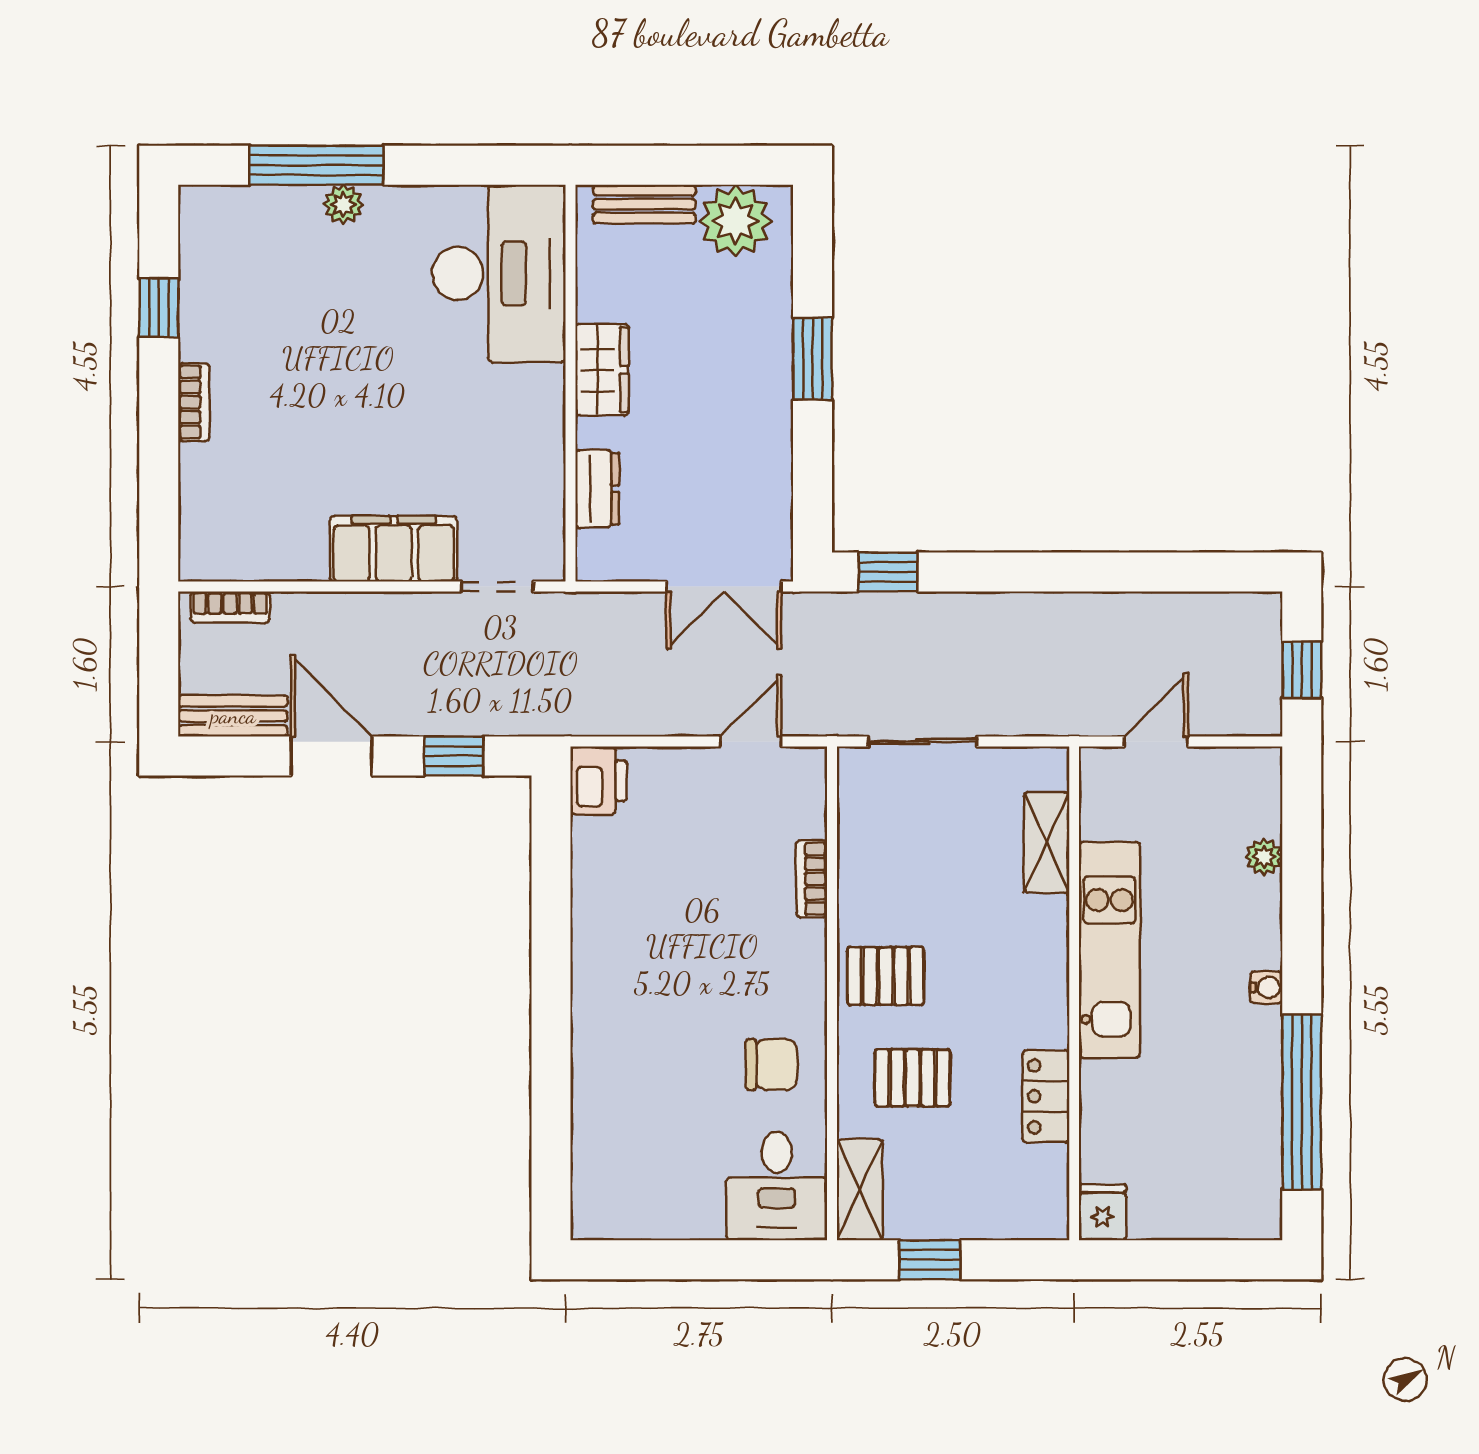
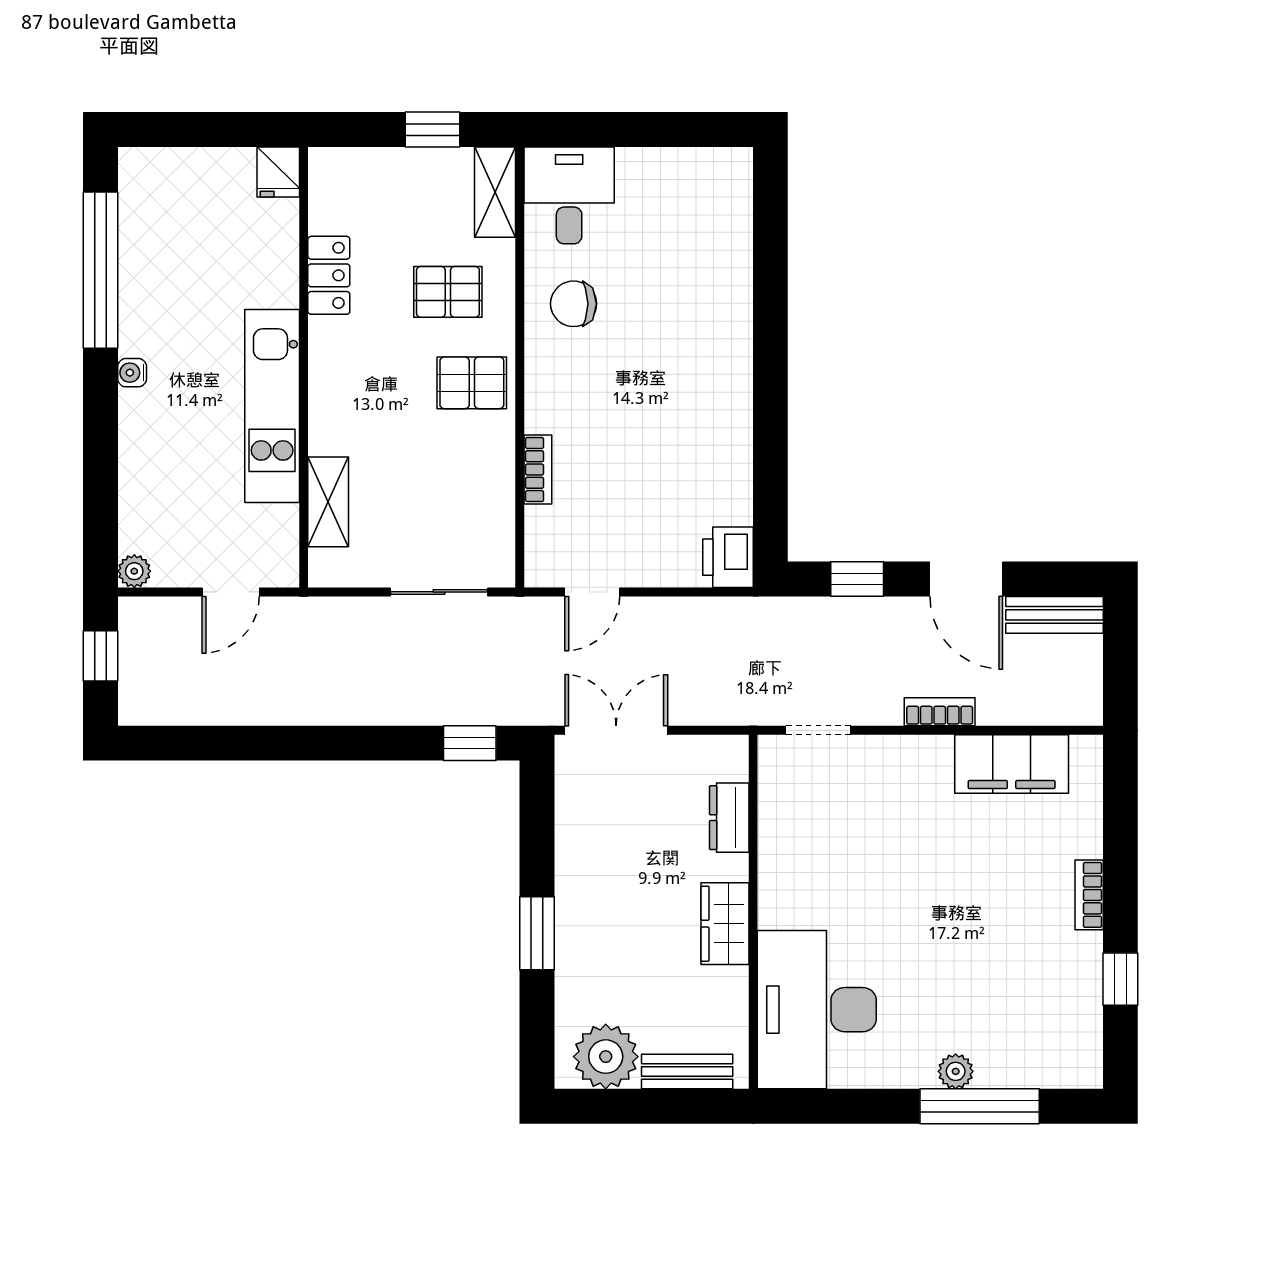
filing cabinet: (394, 549) -> (1012, 764), moved
bookcase: (230, 607) -> (940, 712), moved
plant: (1264, 857) -> (134, 571), moved

